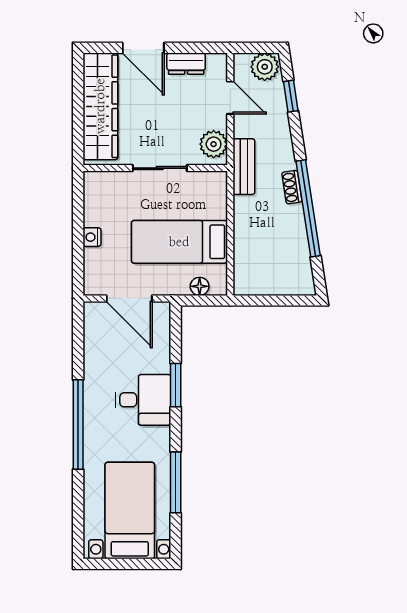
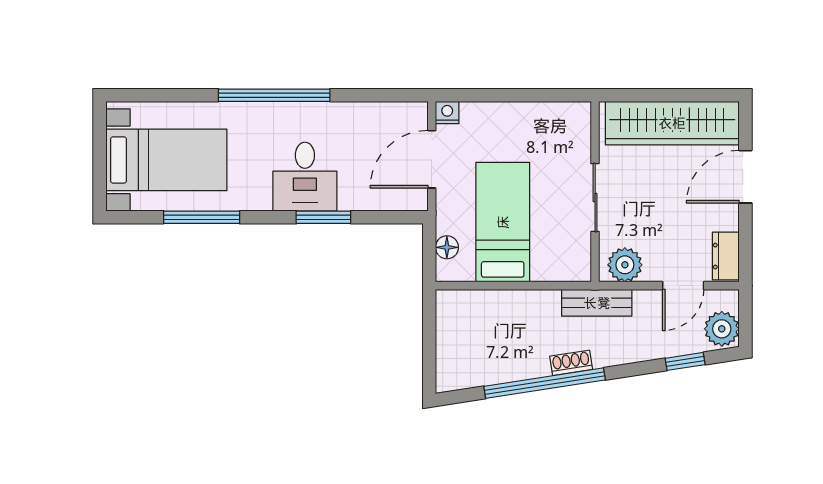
dresser: (186, 64) -> (726, 256), moved
nightstand: (92, 237) -> (447, 113), moved

